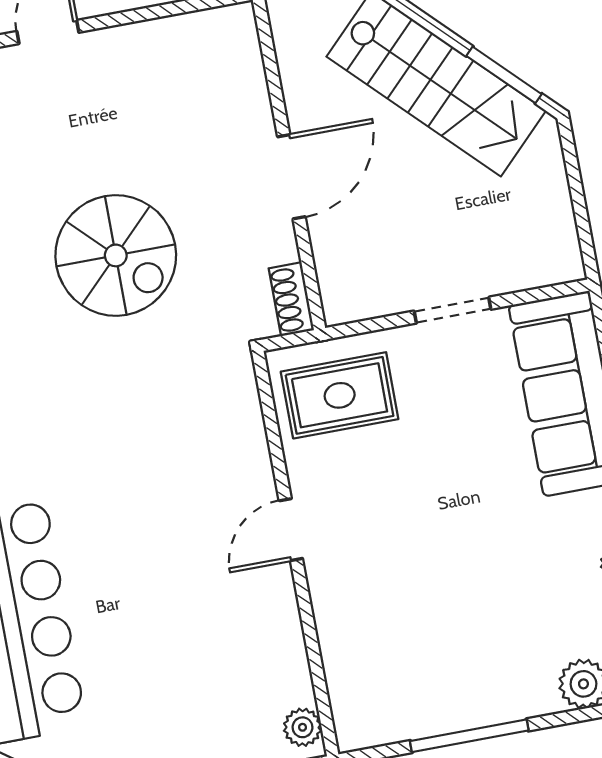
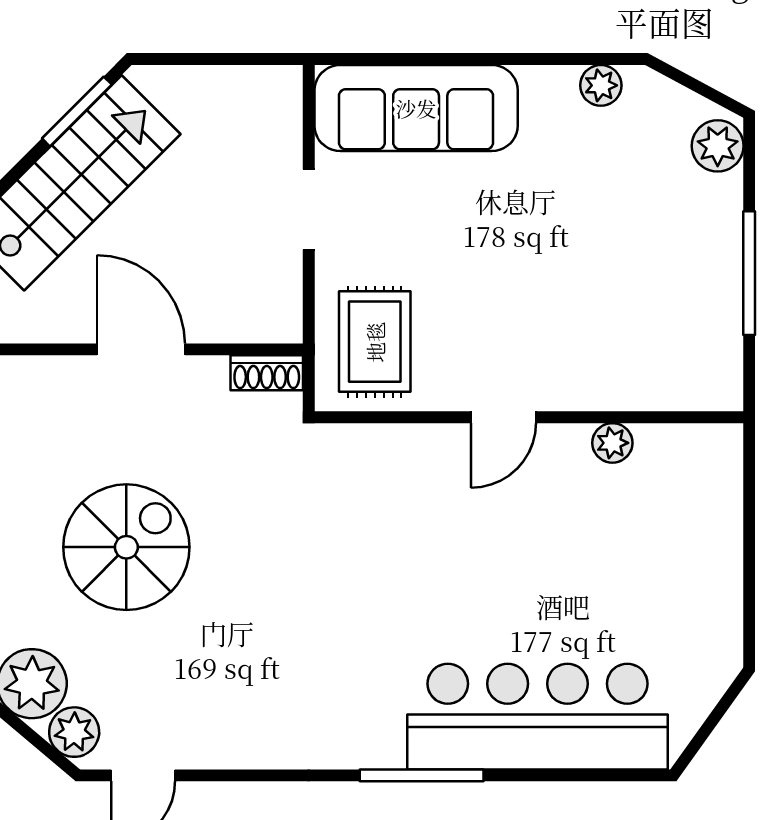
spiral stairs: (116, 255) -> (126, 547), moved
door: (291, 530) -> (503, 417), hinge flipped
plant: (302, 727) -> (612, 443), moved

